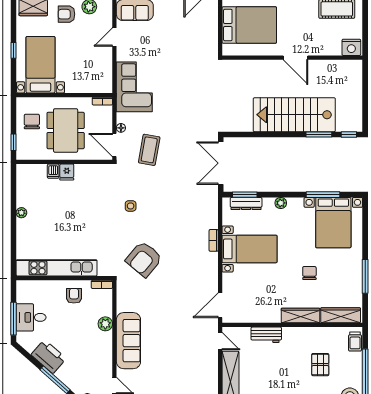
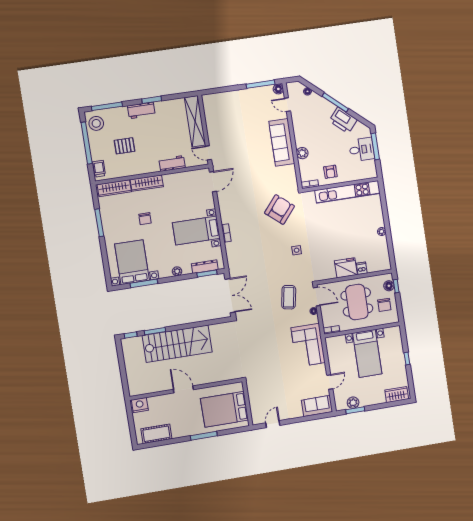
armchair: (67, 14) -> (370, 394), removed
bed with nightstands: (40, 65) -> (367, 353), moved
floor lamp: (23, 144) -> (389, 286), added
fridge: (67, 172) -> (346, 268), width x1.88, depth x1.34
pallet: (320, 365) -> (124, 146), turned 90

